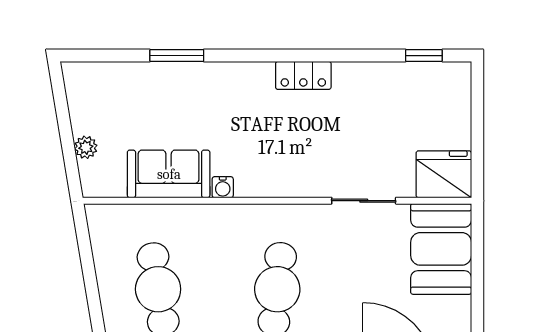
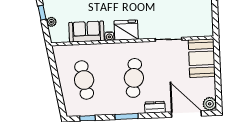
window: (64, 124) -> (42, 13), added
fridge: (444, 174) -> (126, 30), moved

